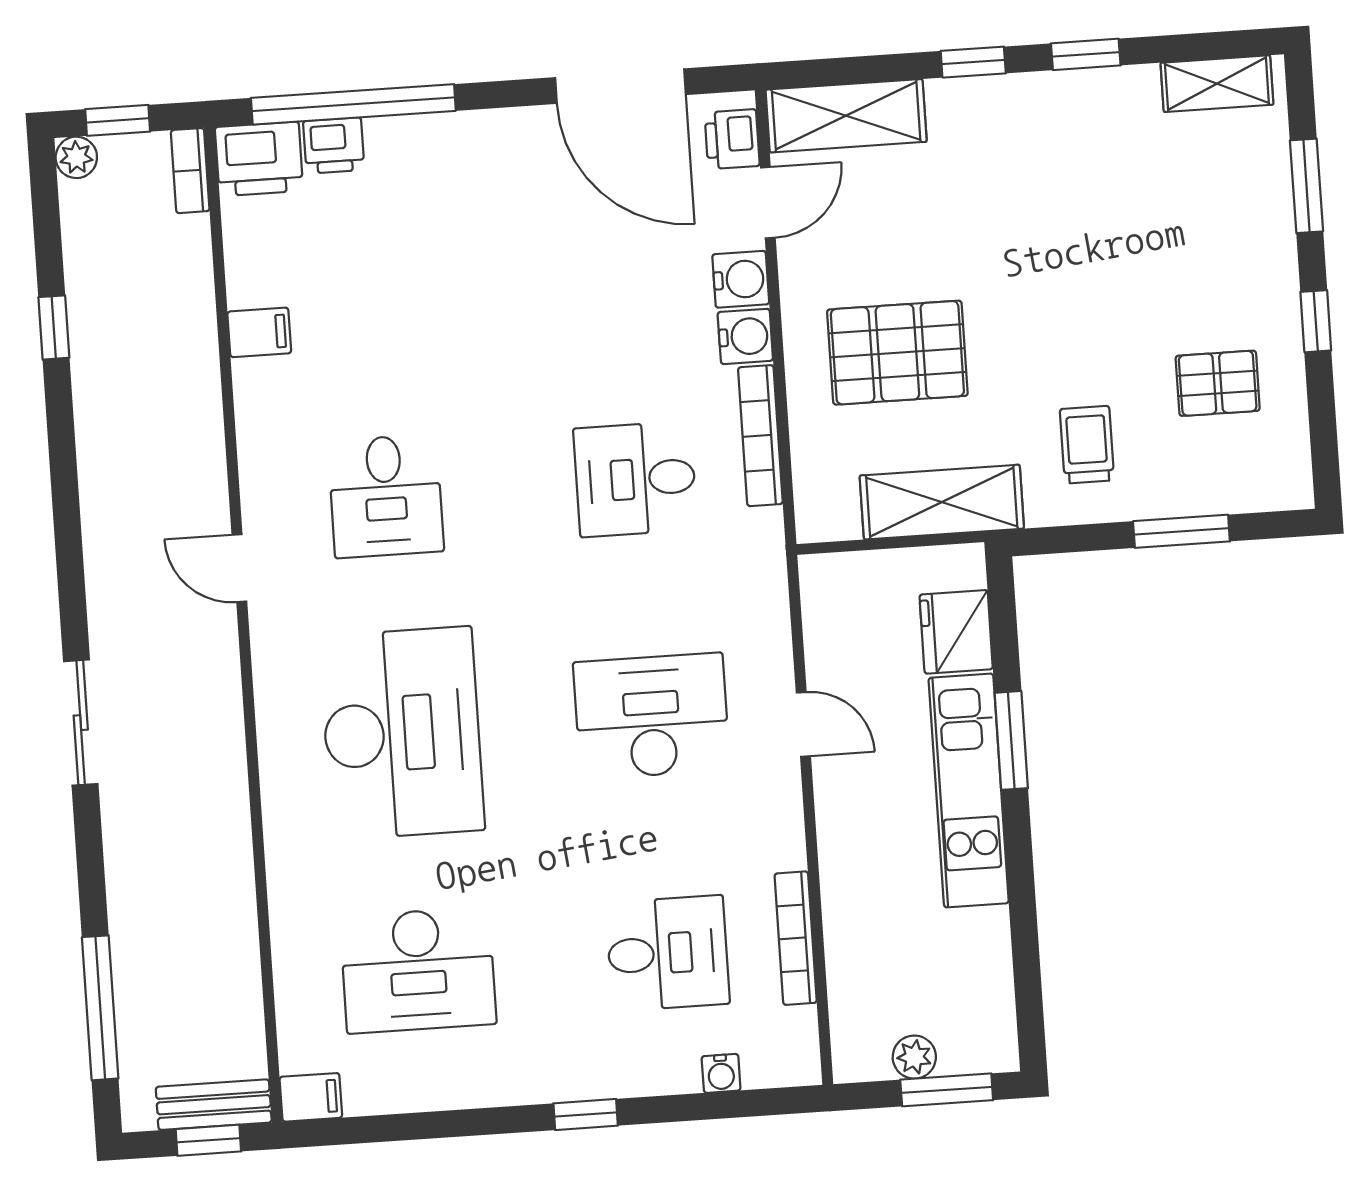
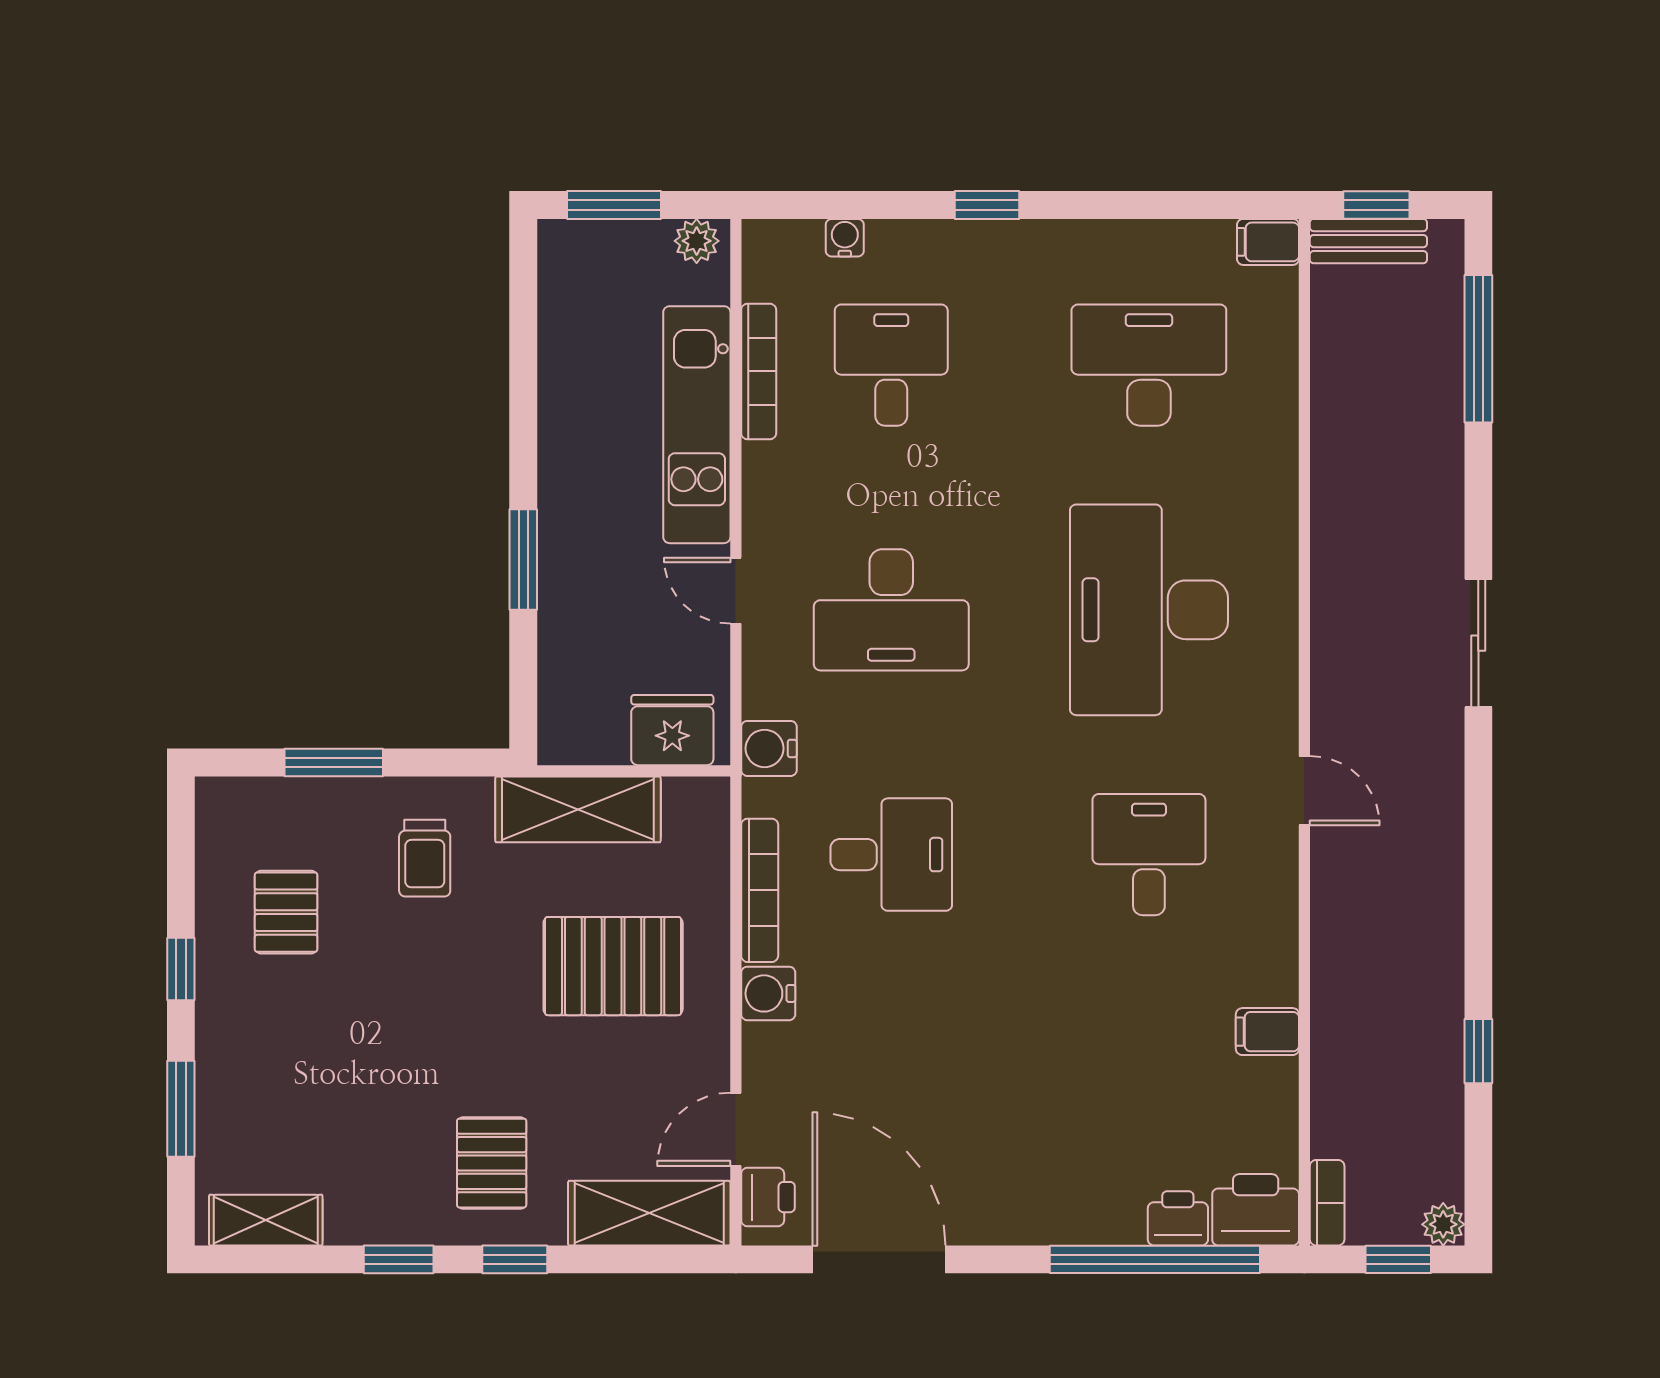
pallet: (1002, 154) -> (492, 1163), added
water cooler: (741, 279) -> (769, 748), moved
pallet: (1218, 383) -> (286, 912), turned 90
fridge: (956, 632) -> (672, 730), moved, turned -90
kitchen unit: (969, 791) -> (697, 425), moved, turned 180
desk: (668, 953) -> (891, 365), turned 90
plant: (914, 1057) -> (697, 241), moved

